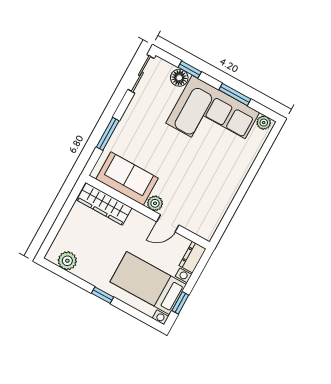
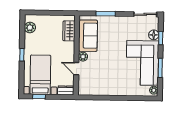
wardrobe: (104, 204) -> (69, 31), width x0.67

